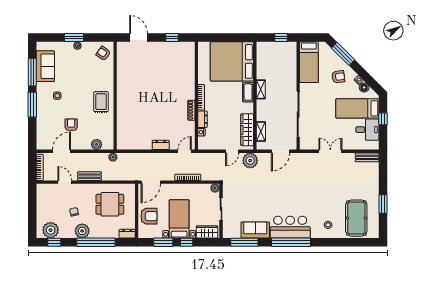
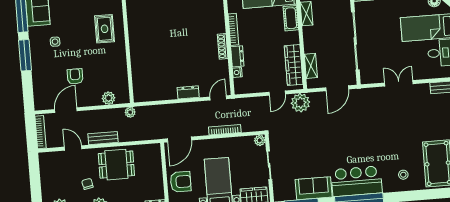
rug: (101, 102) -> (105, 29), moved
dining table: (110, 204) -> (116, 165), moved

